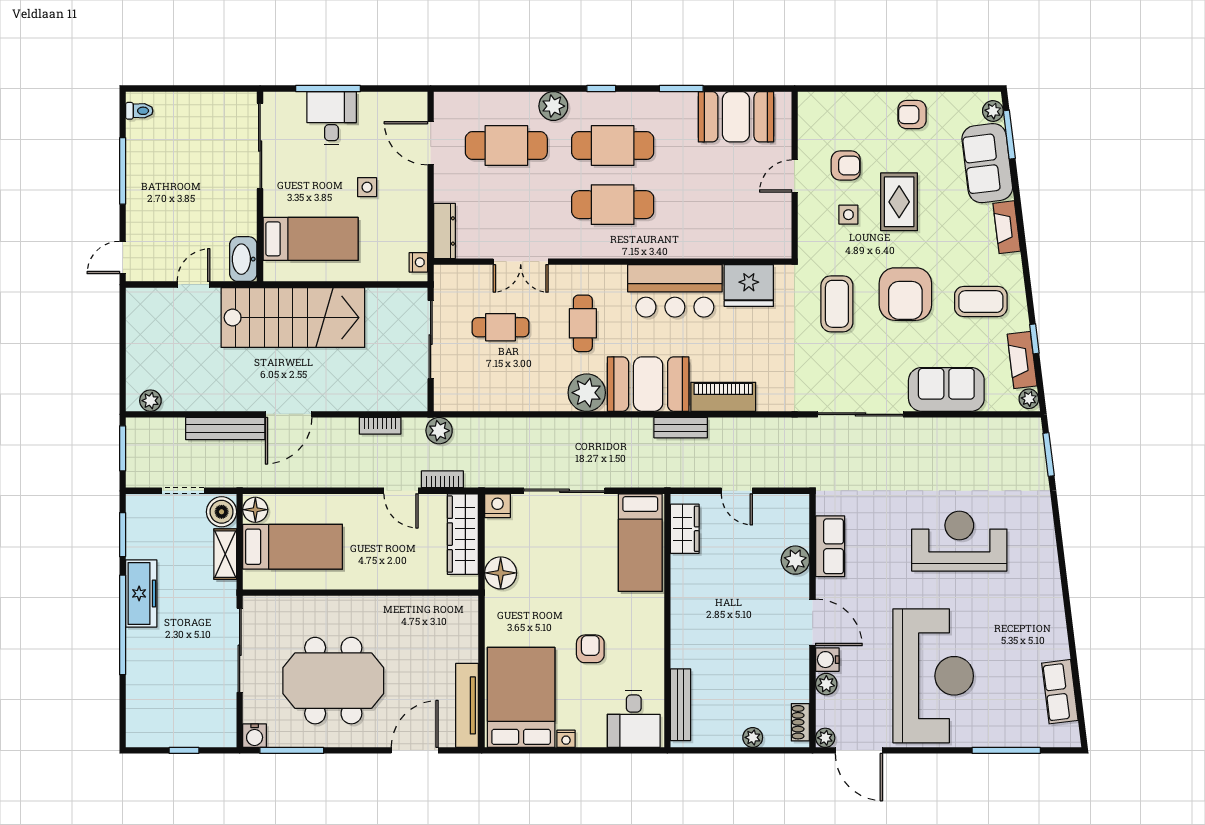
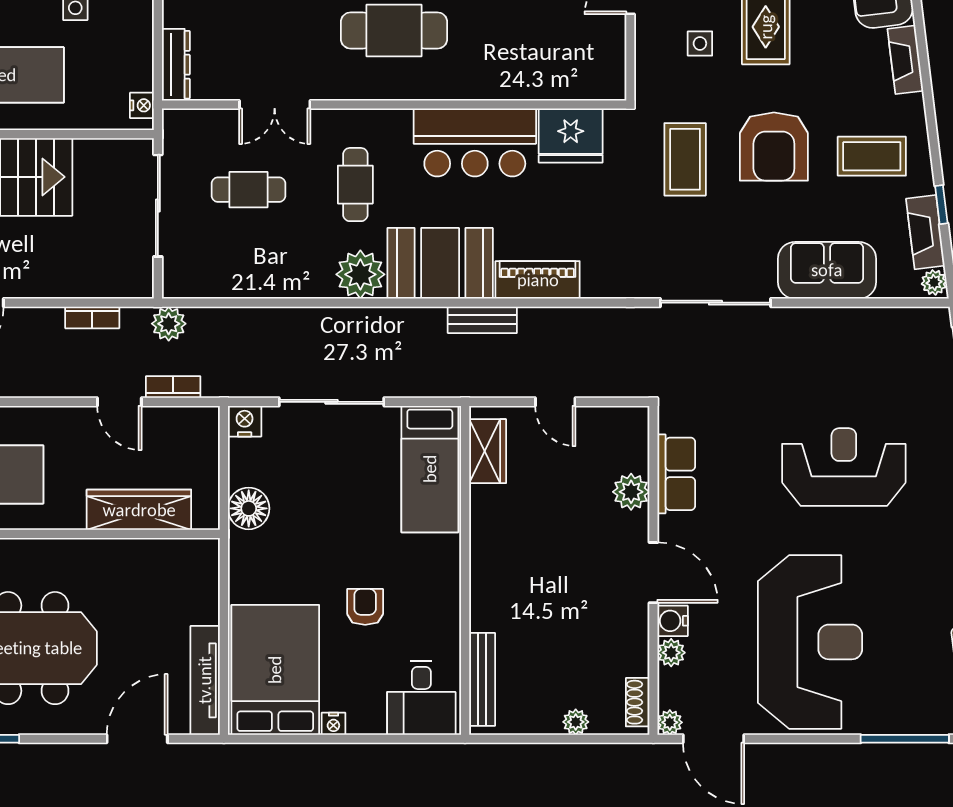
wardrobe: (463, 534) -> (139, 510), moved, turned 90

